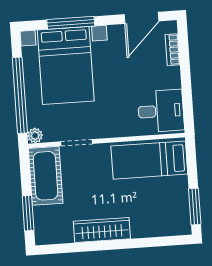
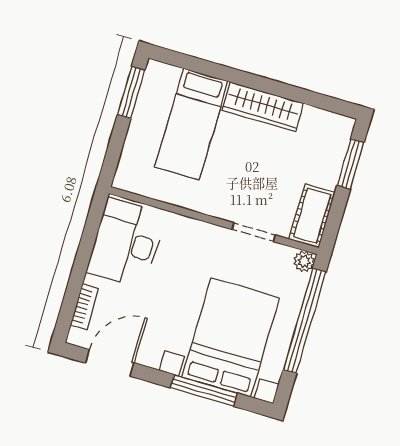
desk: (161, 111) -> (126, 243), width x1.37
bed: (149, 160) -> (191, 124), moved, turned 90
cot: (46, 176) -> (312, 216), width x0.73, depth x0.75

